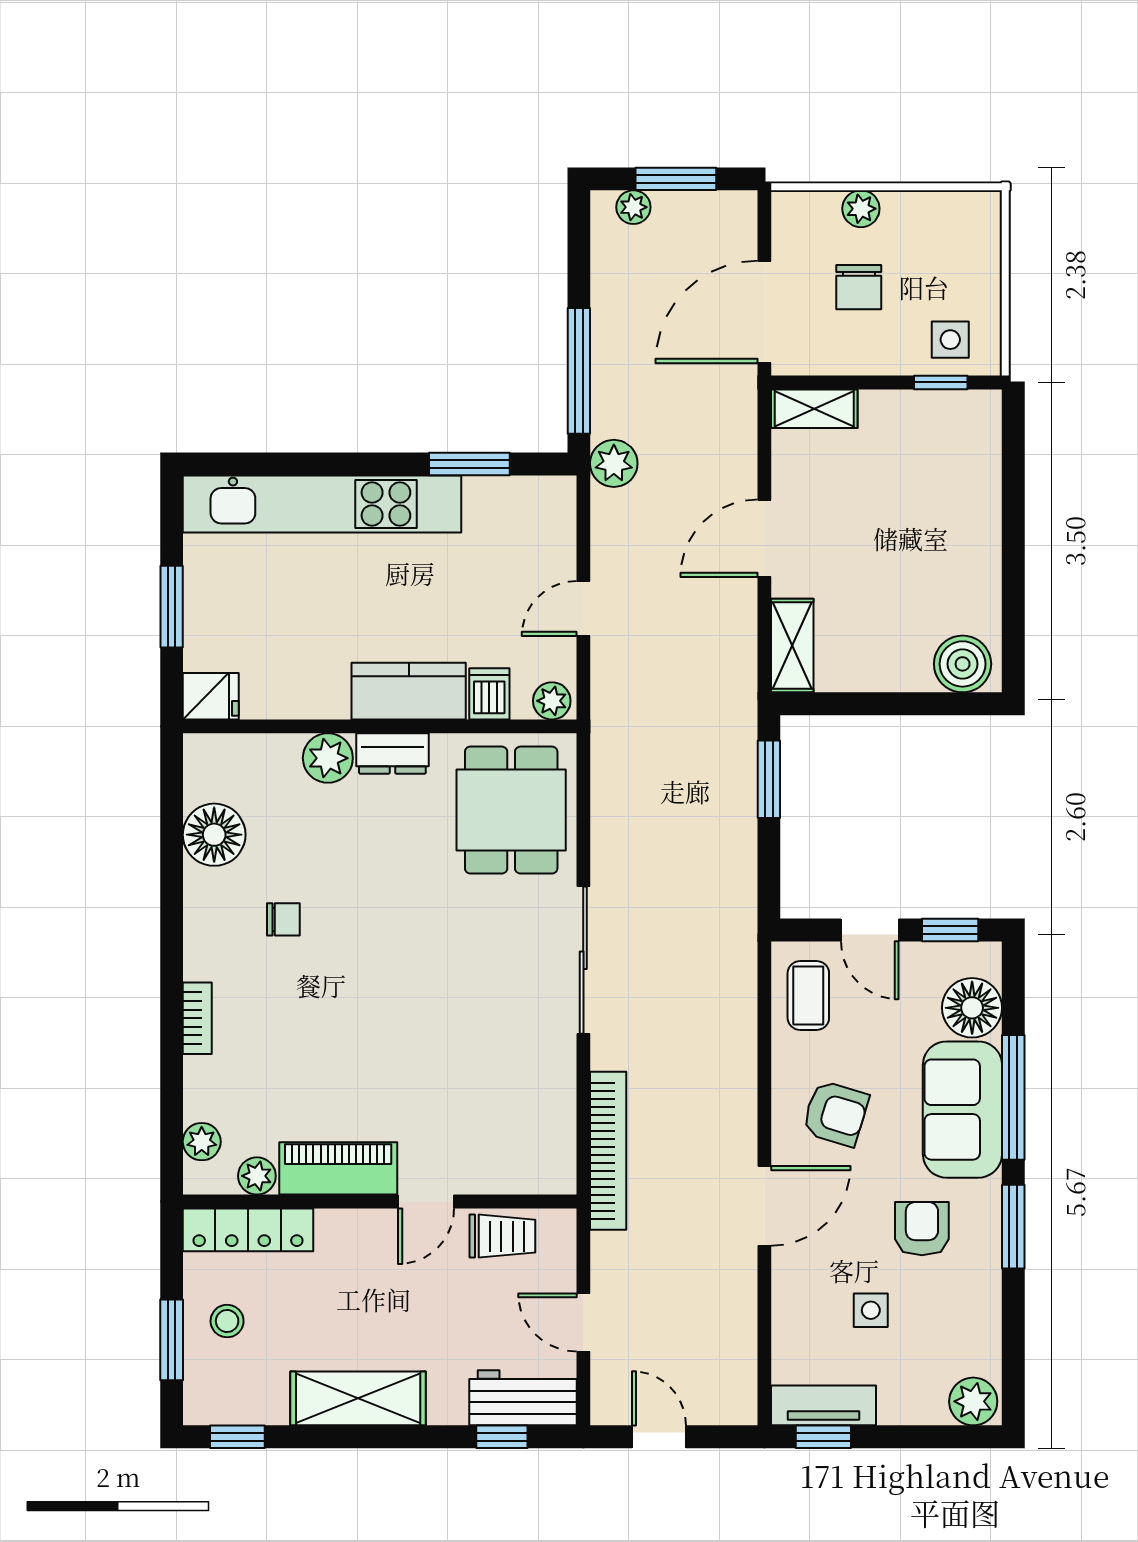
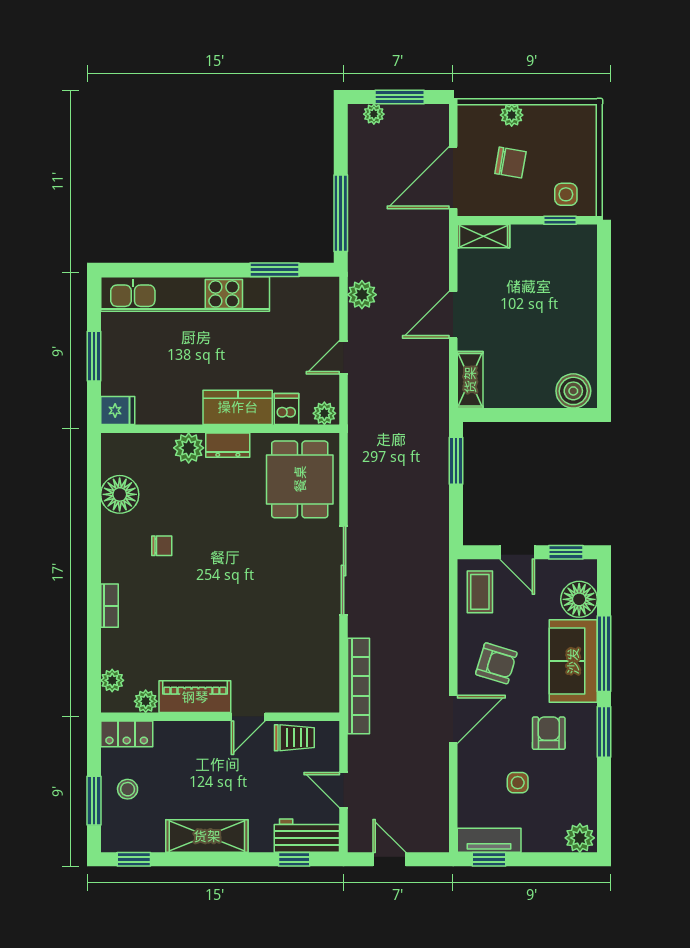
chair: (859, 287) -> (510, 163), turned -80
plant: (614, 463) -> (362, 295), moved
locker: (248, 1230) -> (127, 734), width x0.66

